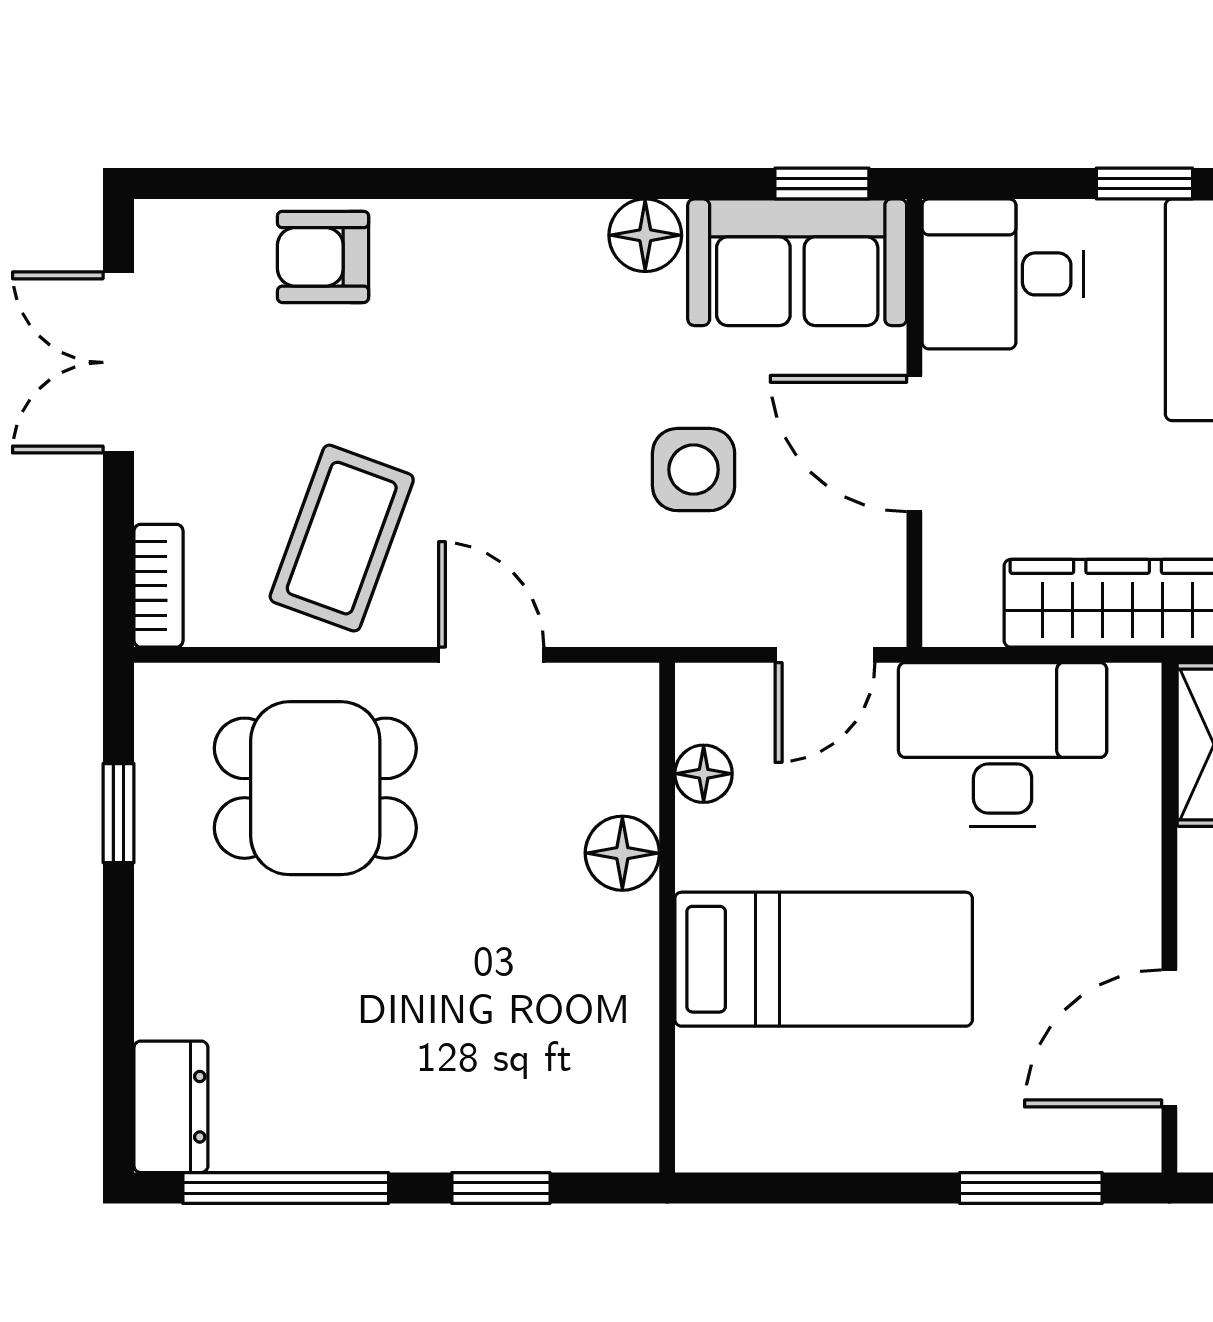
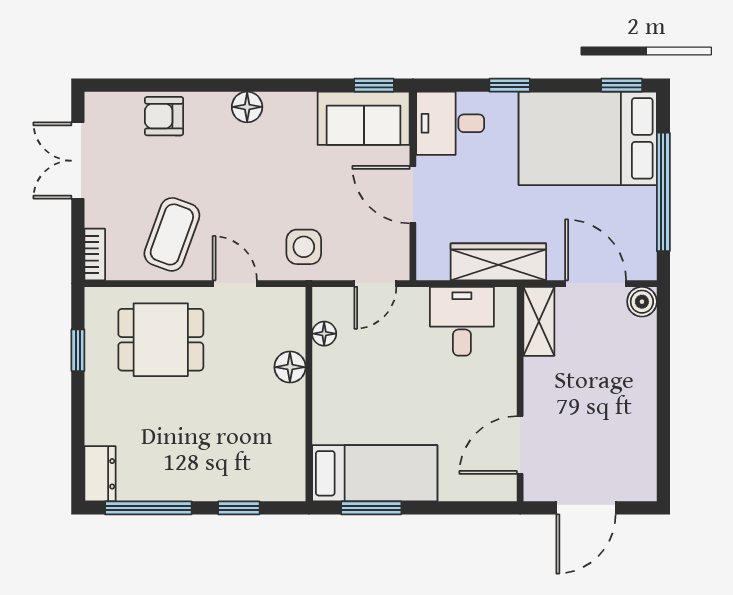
floor lamp: (645, 235) -> (247, 107), moved
side table: (694, 470) -> (304, 247), moved
desk: (1003, 744) -> (462, 321), width x0.73
bed: (824, 959) -> (375, 473), moved
window: (1031, 1188) -> (371, 508), moved

